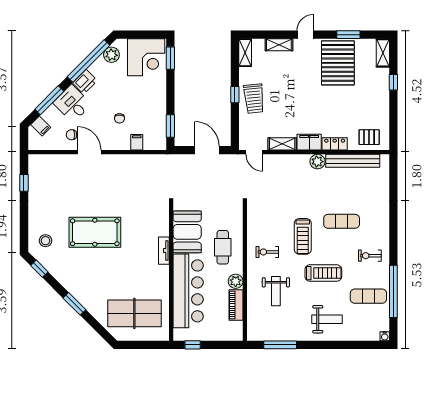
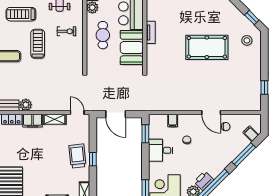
printer: (85, 82) -> (204, 181), moved
desk: (72, 104) -> (161, 150), moved, turned 135

